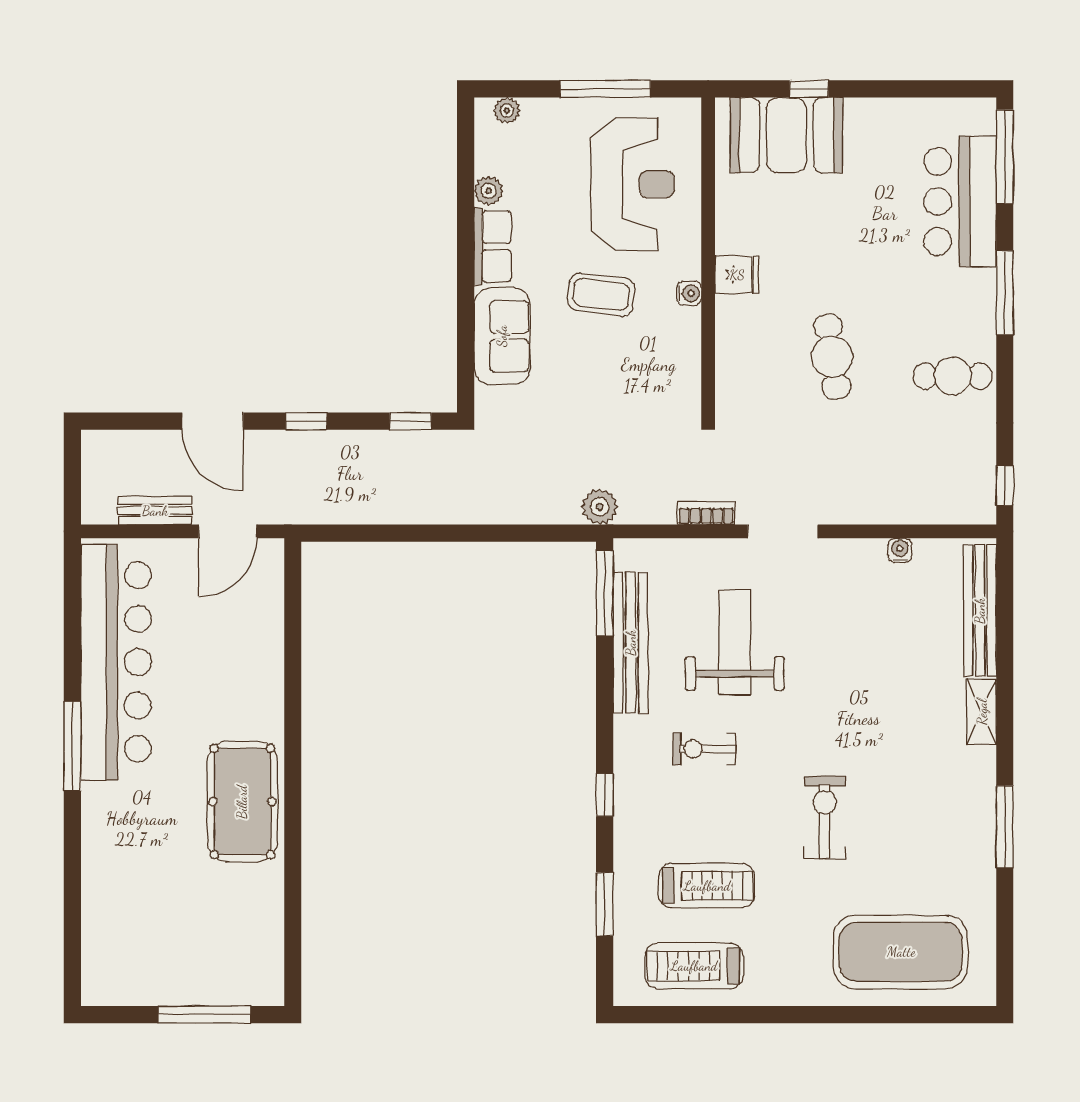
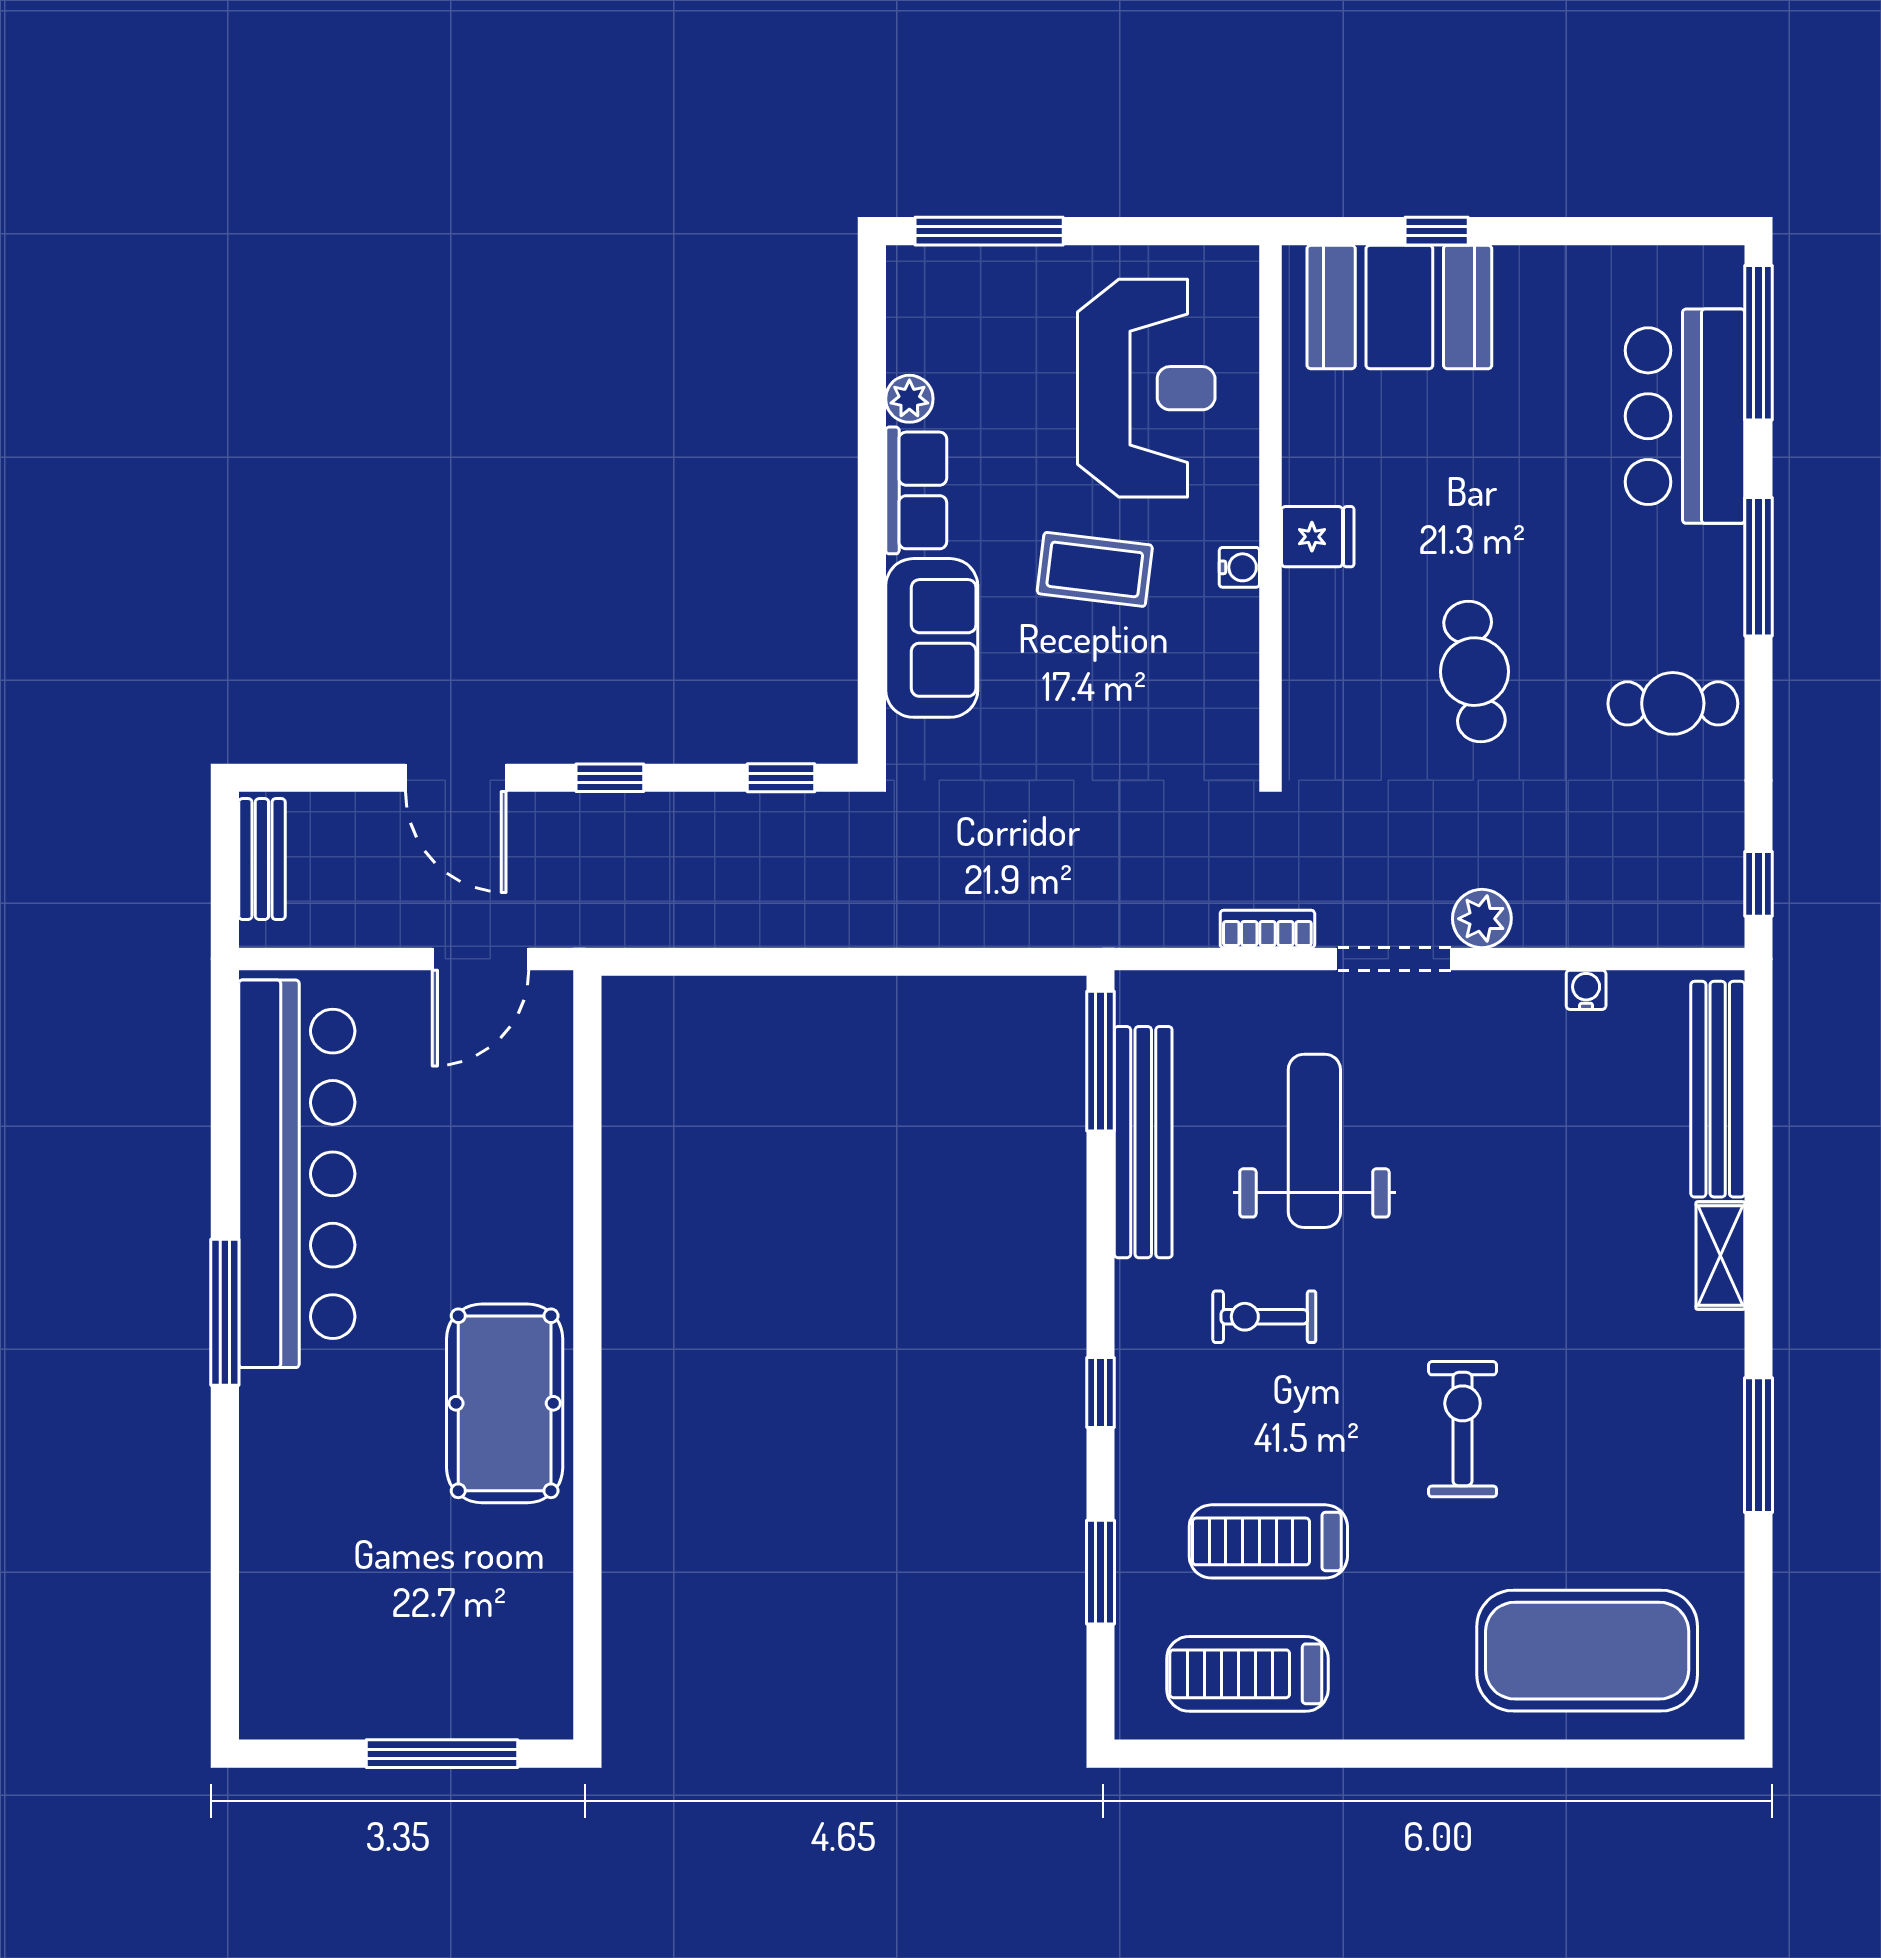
window: (605, 89) -> (989, 231), moved
plant: (507, 110) -> (940, 266), removed
plant: (600, 507) -> (1482, 919), moved
bench: (155, 511) -> (262, 859), moved, turned 90
treadmill: (707, 886) -> (1268, 1541), turned 180

